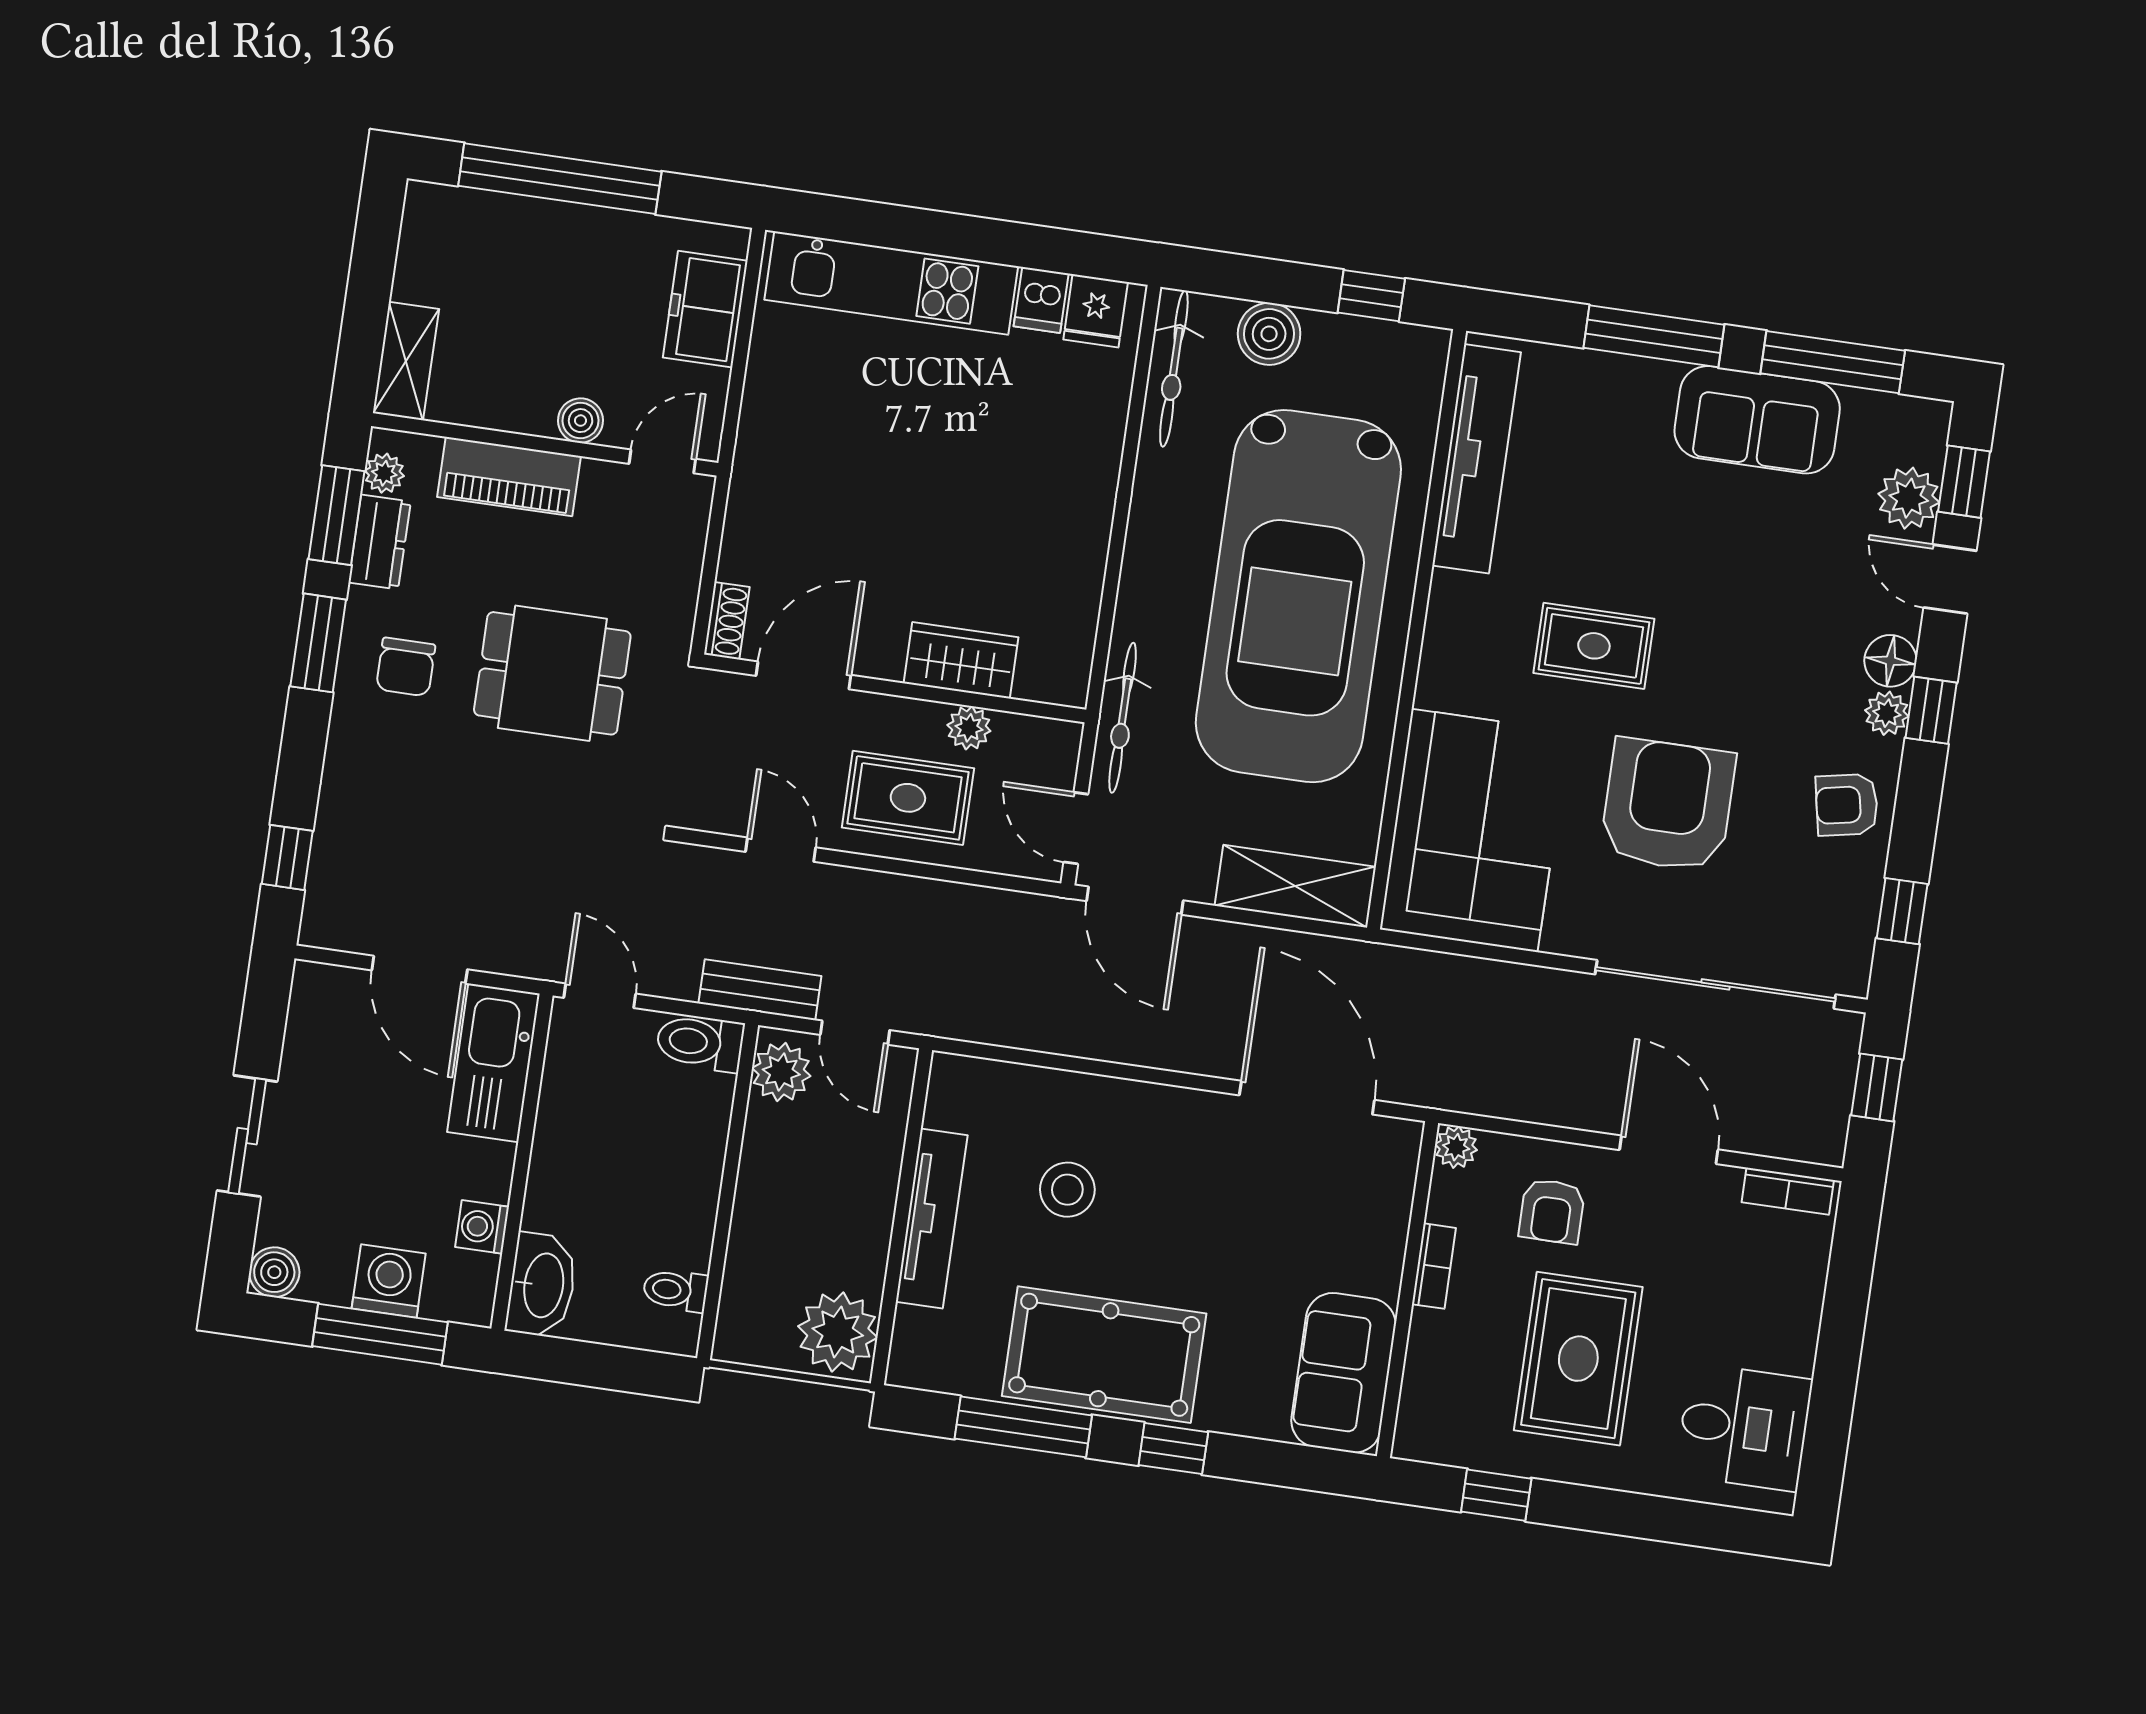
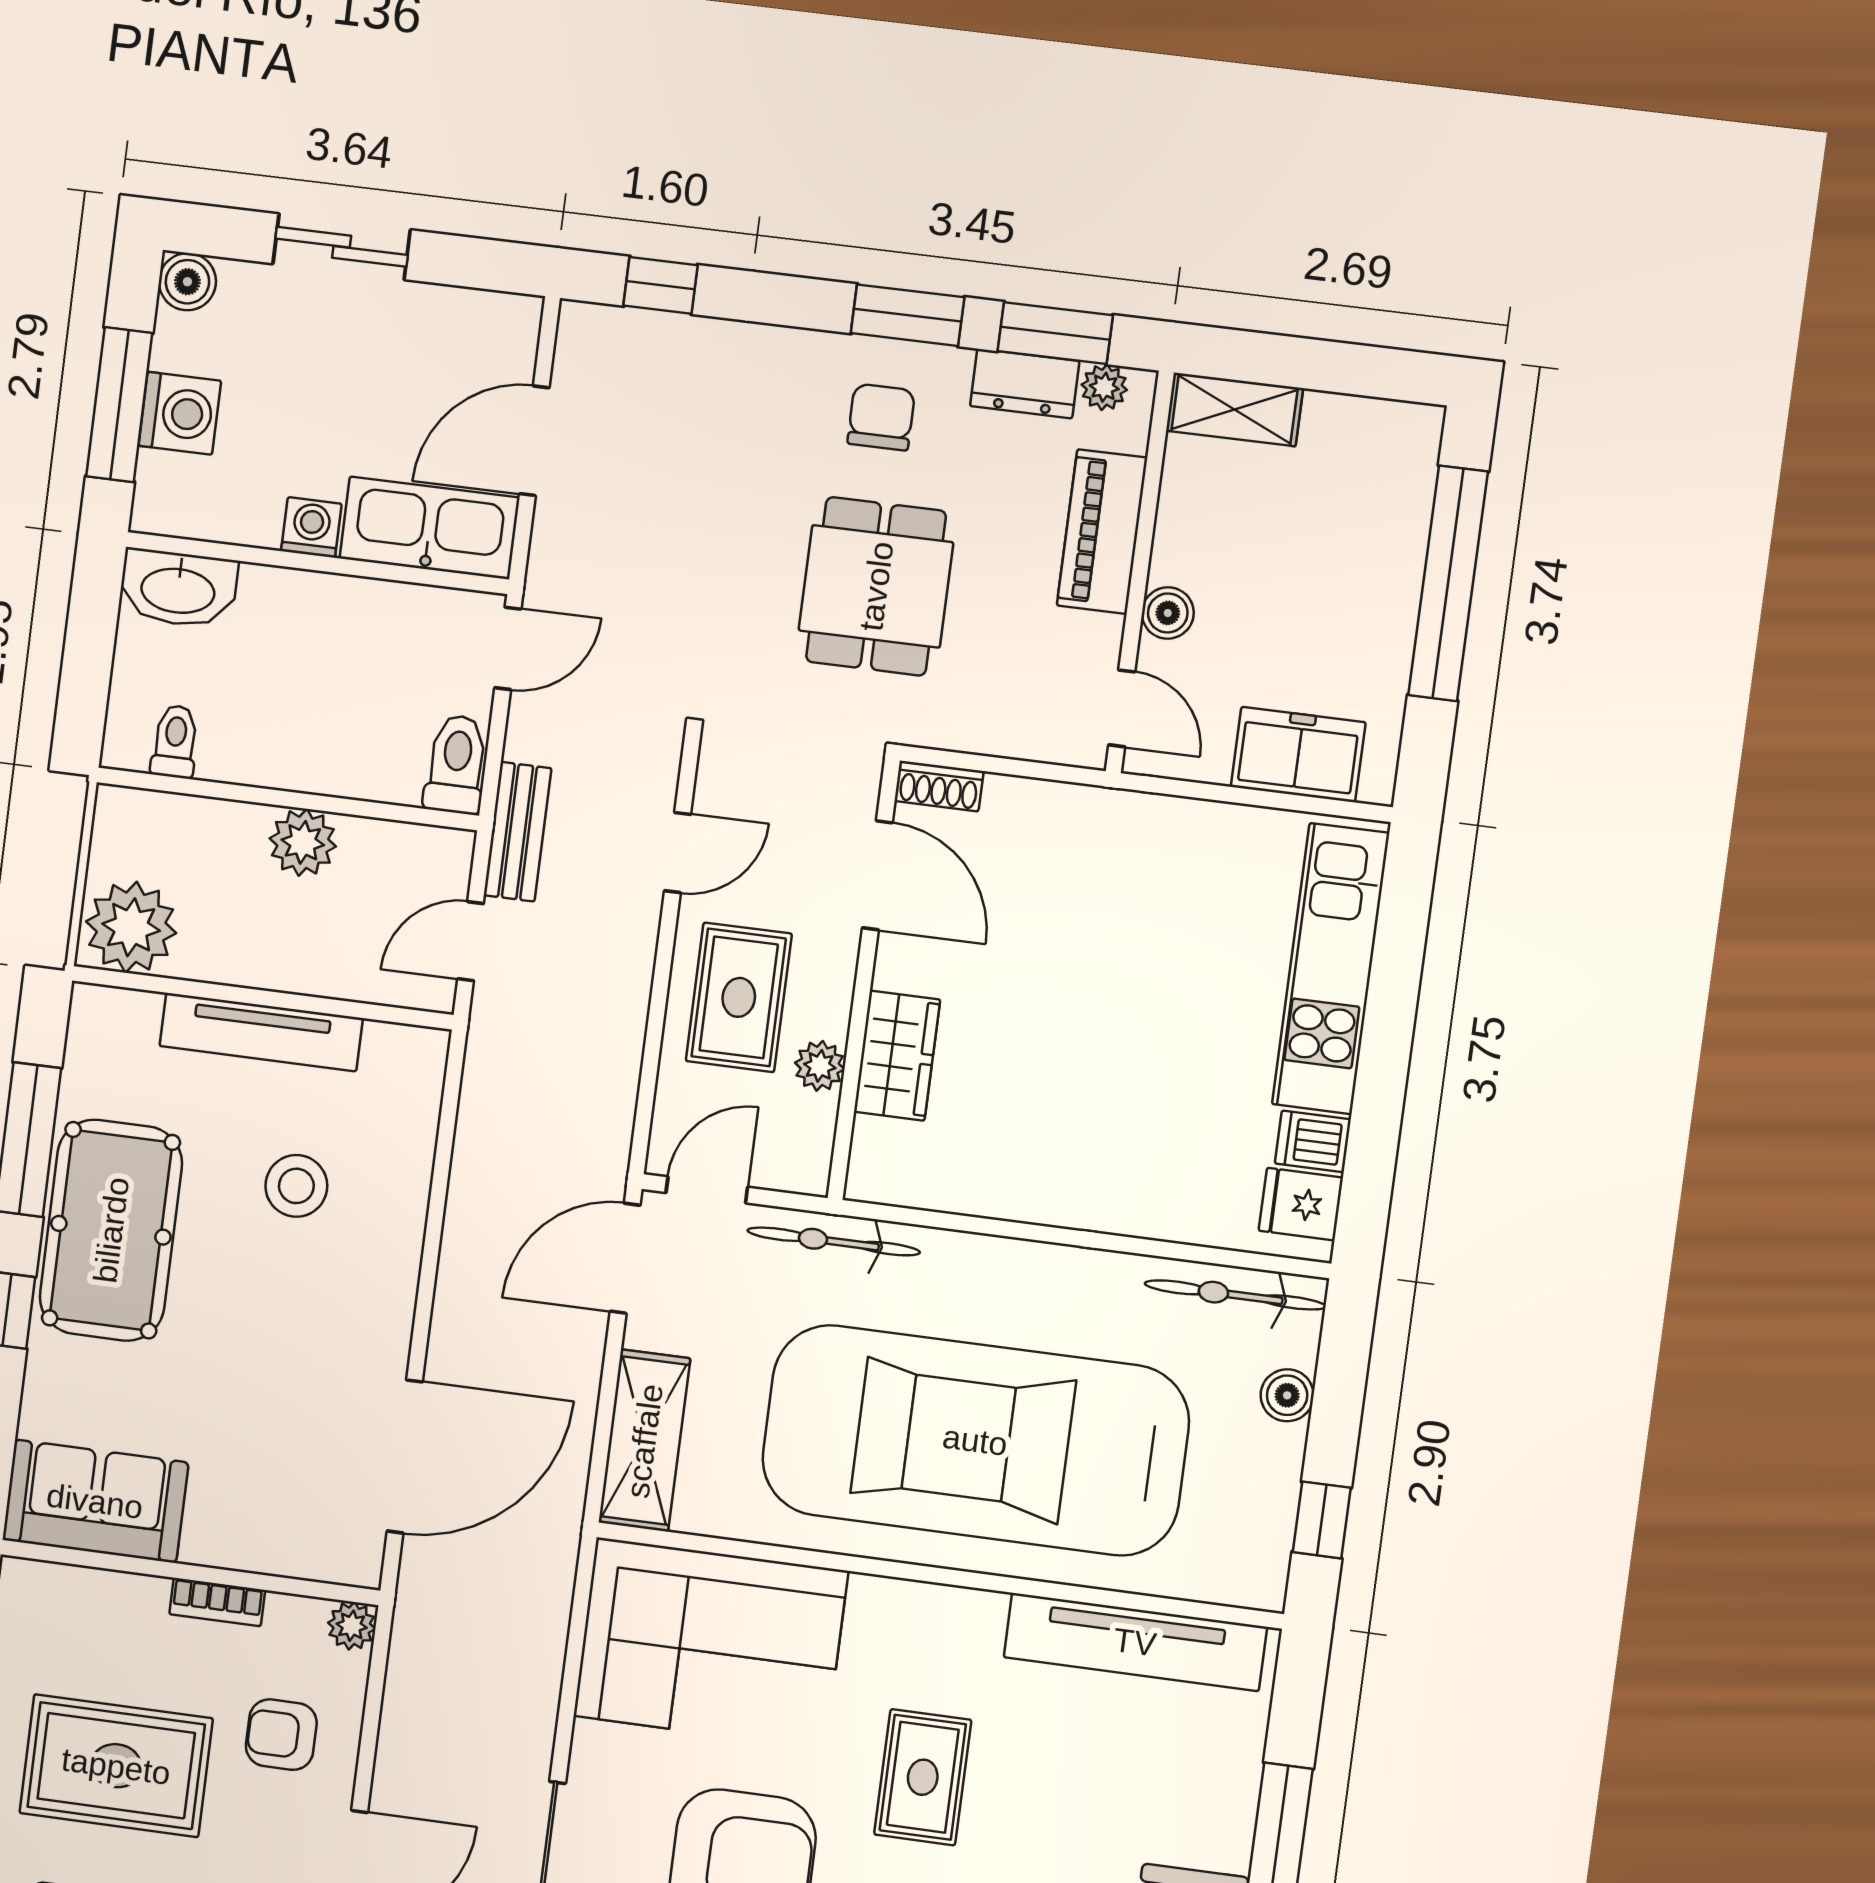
boiler: (1269, 334) -> (1287, 1395), width x0.73, depth x0.73
chair: (406, 667) -> (881, 417), turned 90
plant: (781, 1072) -> (303, 842), moved
washing machine: (482, 1227) -> (311, 527), moved

